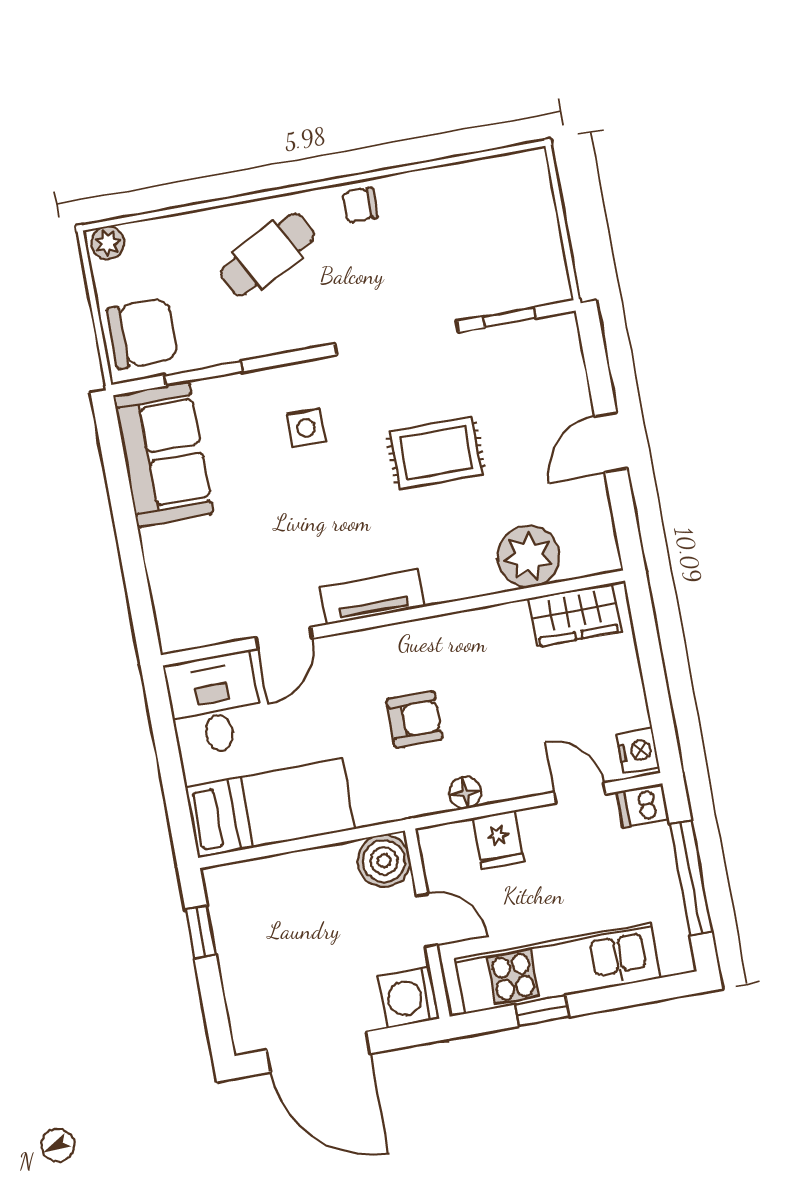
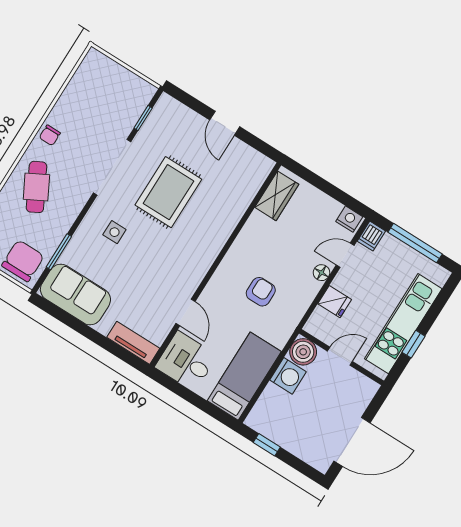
rug: (436, 453) -> (168, 192), width x1.36, depth x1.43
plant: (528, 557) -> (239, 193), removed
tv unit: (372, 597) -> (133, 343), moved, turned 90
floor lamp: (465, 793) -> (322, 273), moved
washing machine: (409, 998) -> (288, 376), moved, turned -90

